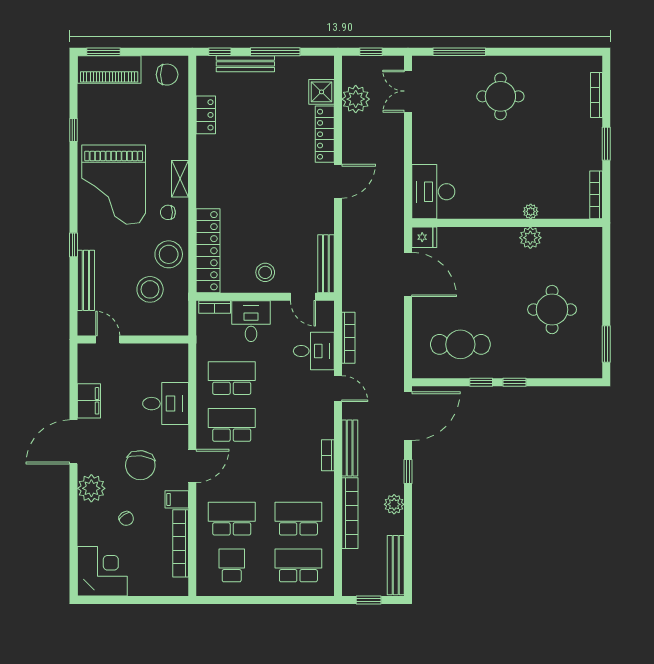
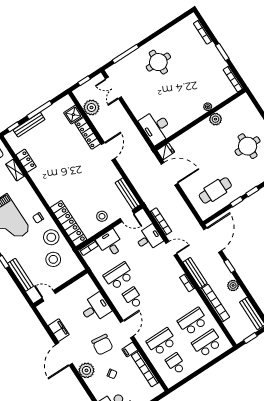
shelving: (180, 179) -> (15, 170), moved
school desk: (232, 425) -> (133, 298), width x0.54

